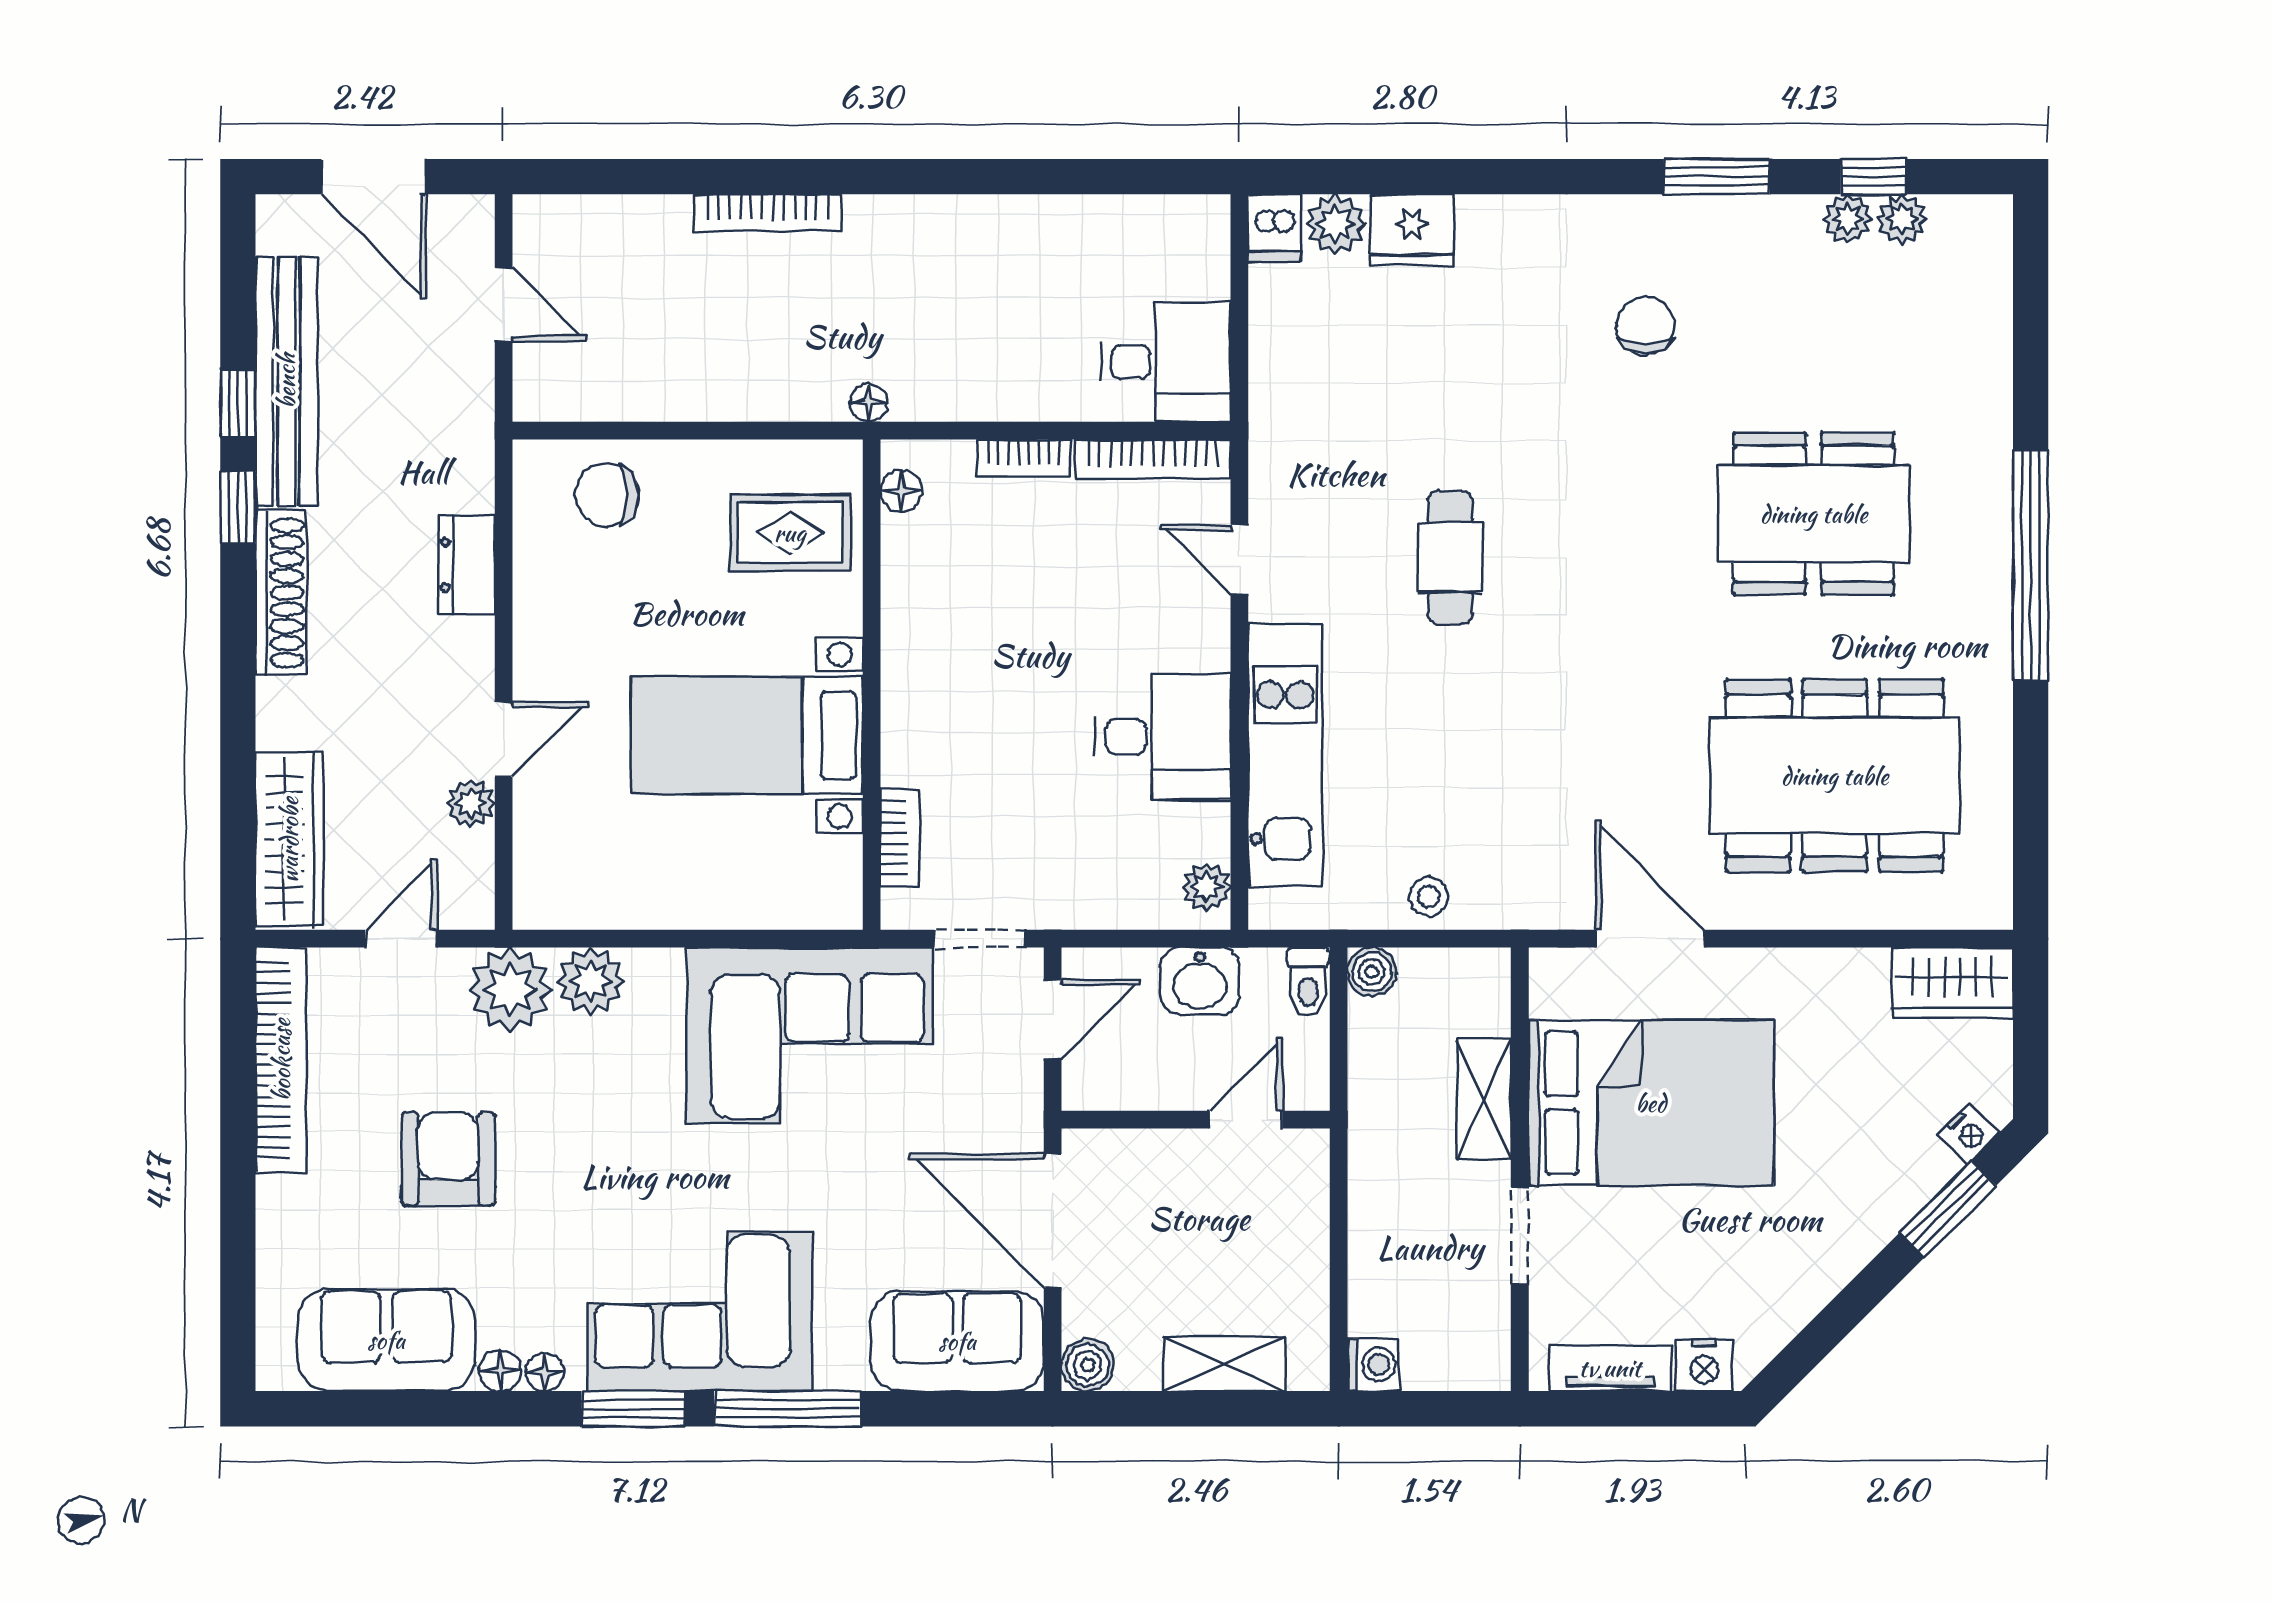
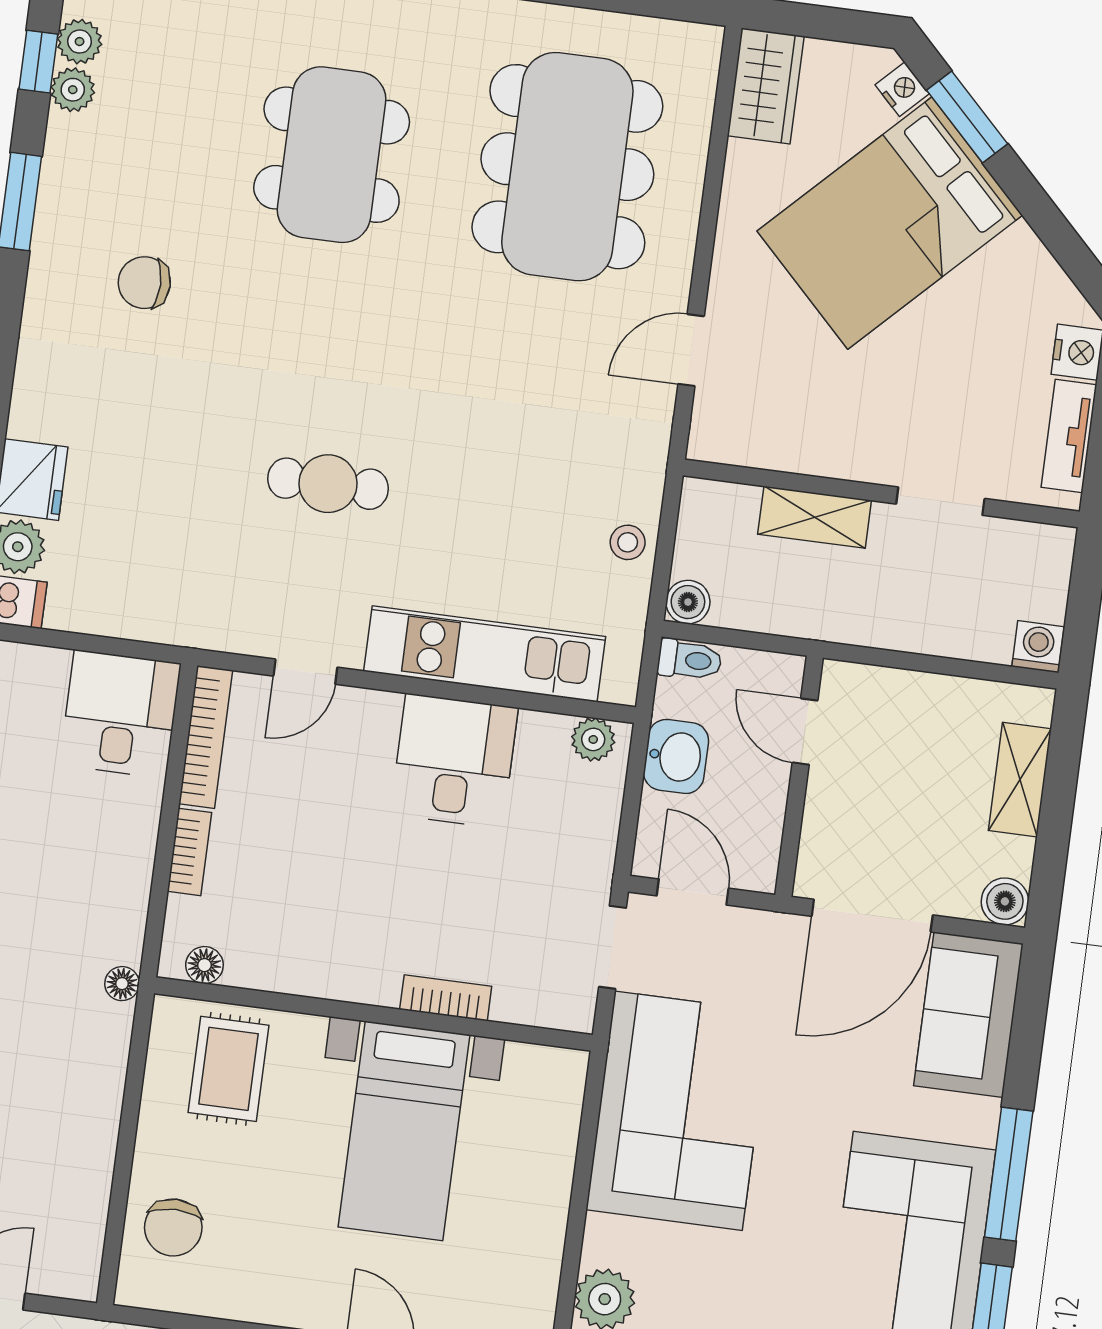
bookcase: (900, 838) -> (446, 998), moved
door: (1650, 939) -> (691, 350), width x0.73
bed: (1651, 1103) -> (890, 223), moved, turned -135

